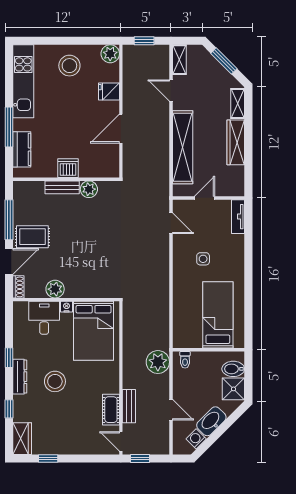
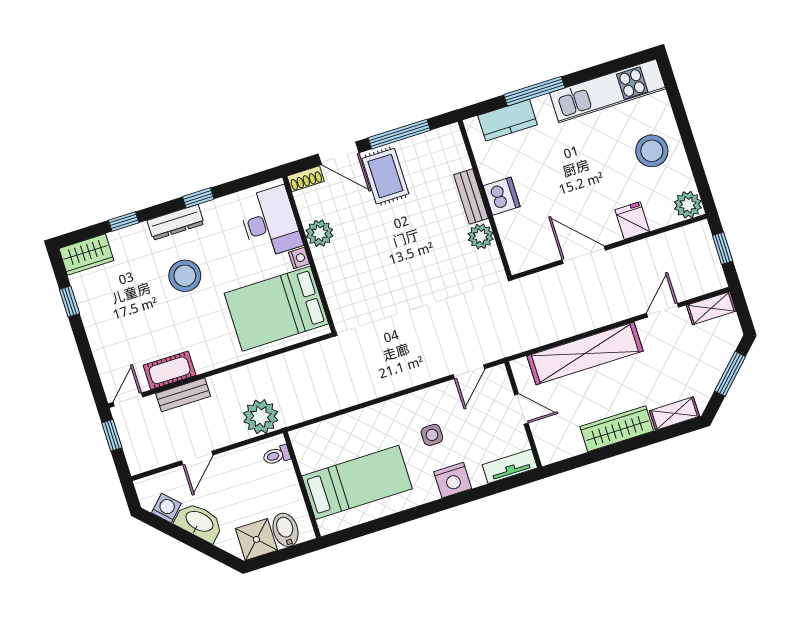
nightstand: (235, 255) -> (453, 480), added
desk: (44, 318) -> (270, 222), width x1.37

